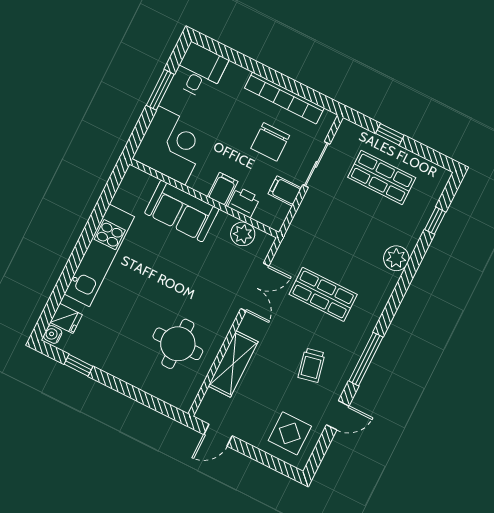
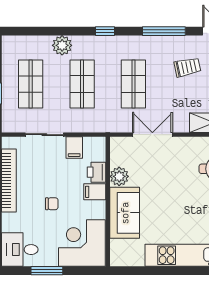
chair: (270, 142) -> (52, 204), moved, width x0.54, depth x0.54
window: (435, 221) -> (105, 31), moved
plant: (243, 234) -> (119, 176), moved
shop shelf: (352, 236) -> (82, 84), added
plant: (396, 258) -> (62, 45), moved

